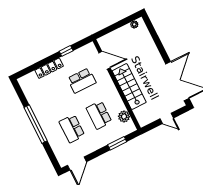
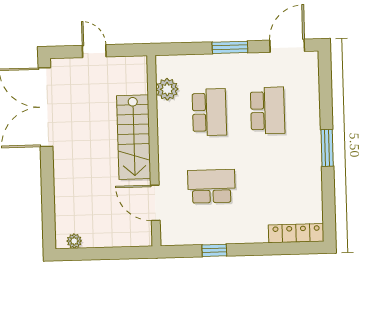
locker: (49, 68) -> (296, 233), moved
window: (36, 124) -> (327, 148), width x0.47
window: (117, 143) -> (230, 47), moved

